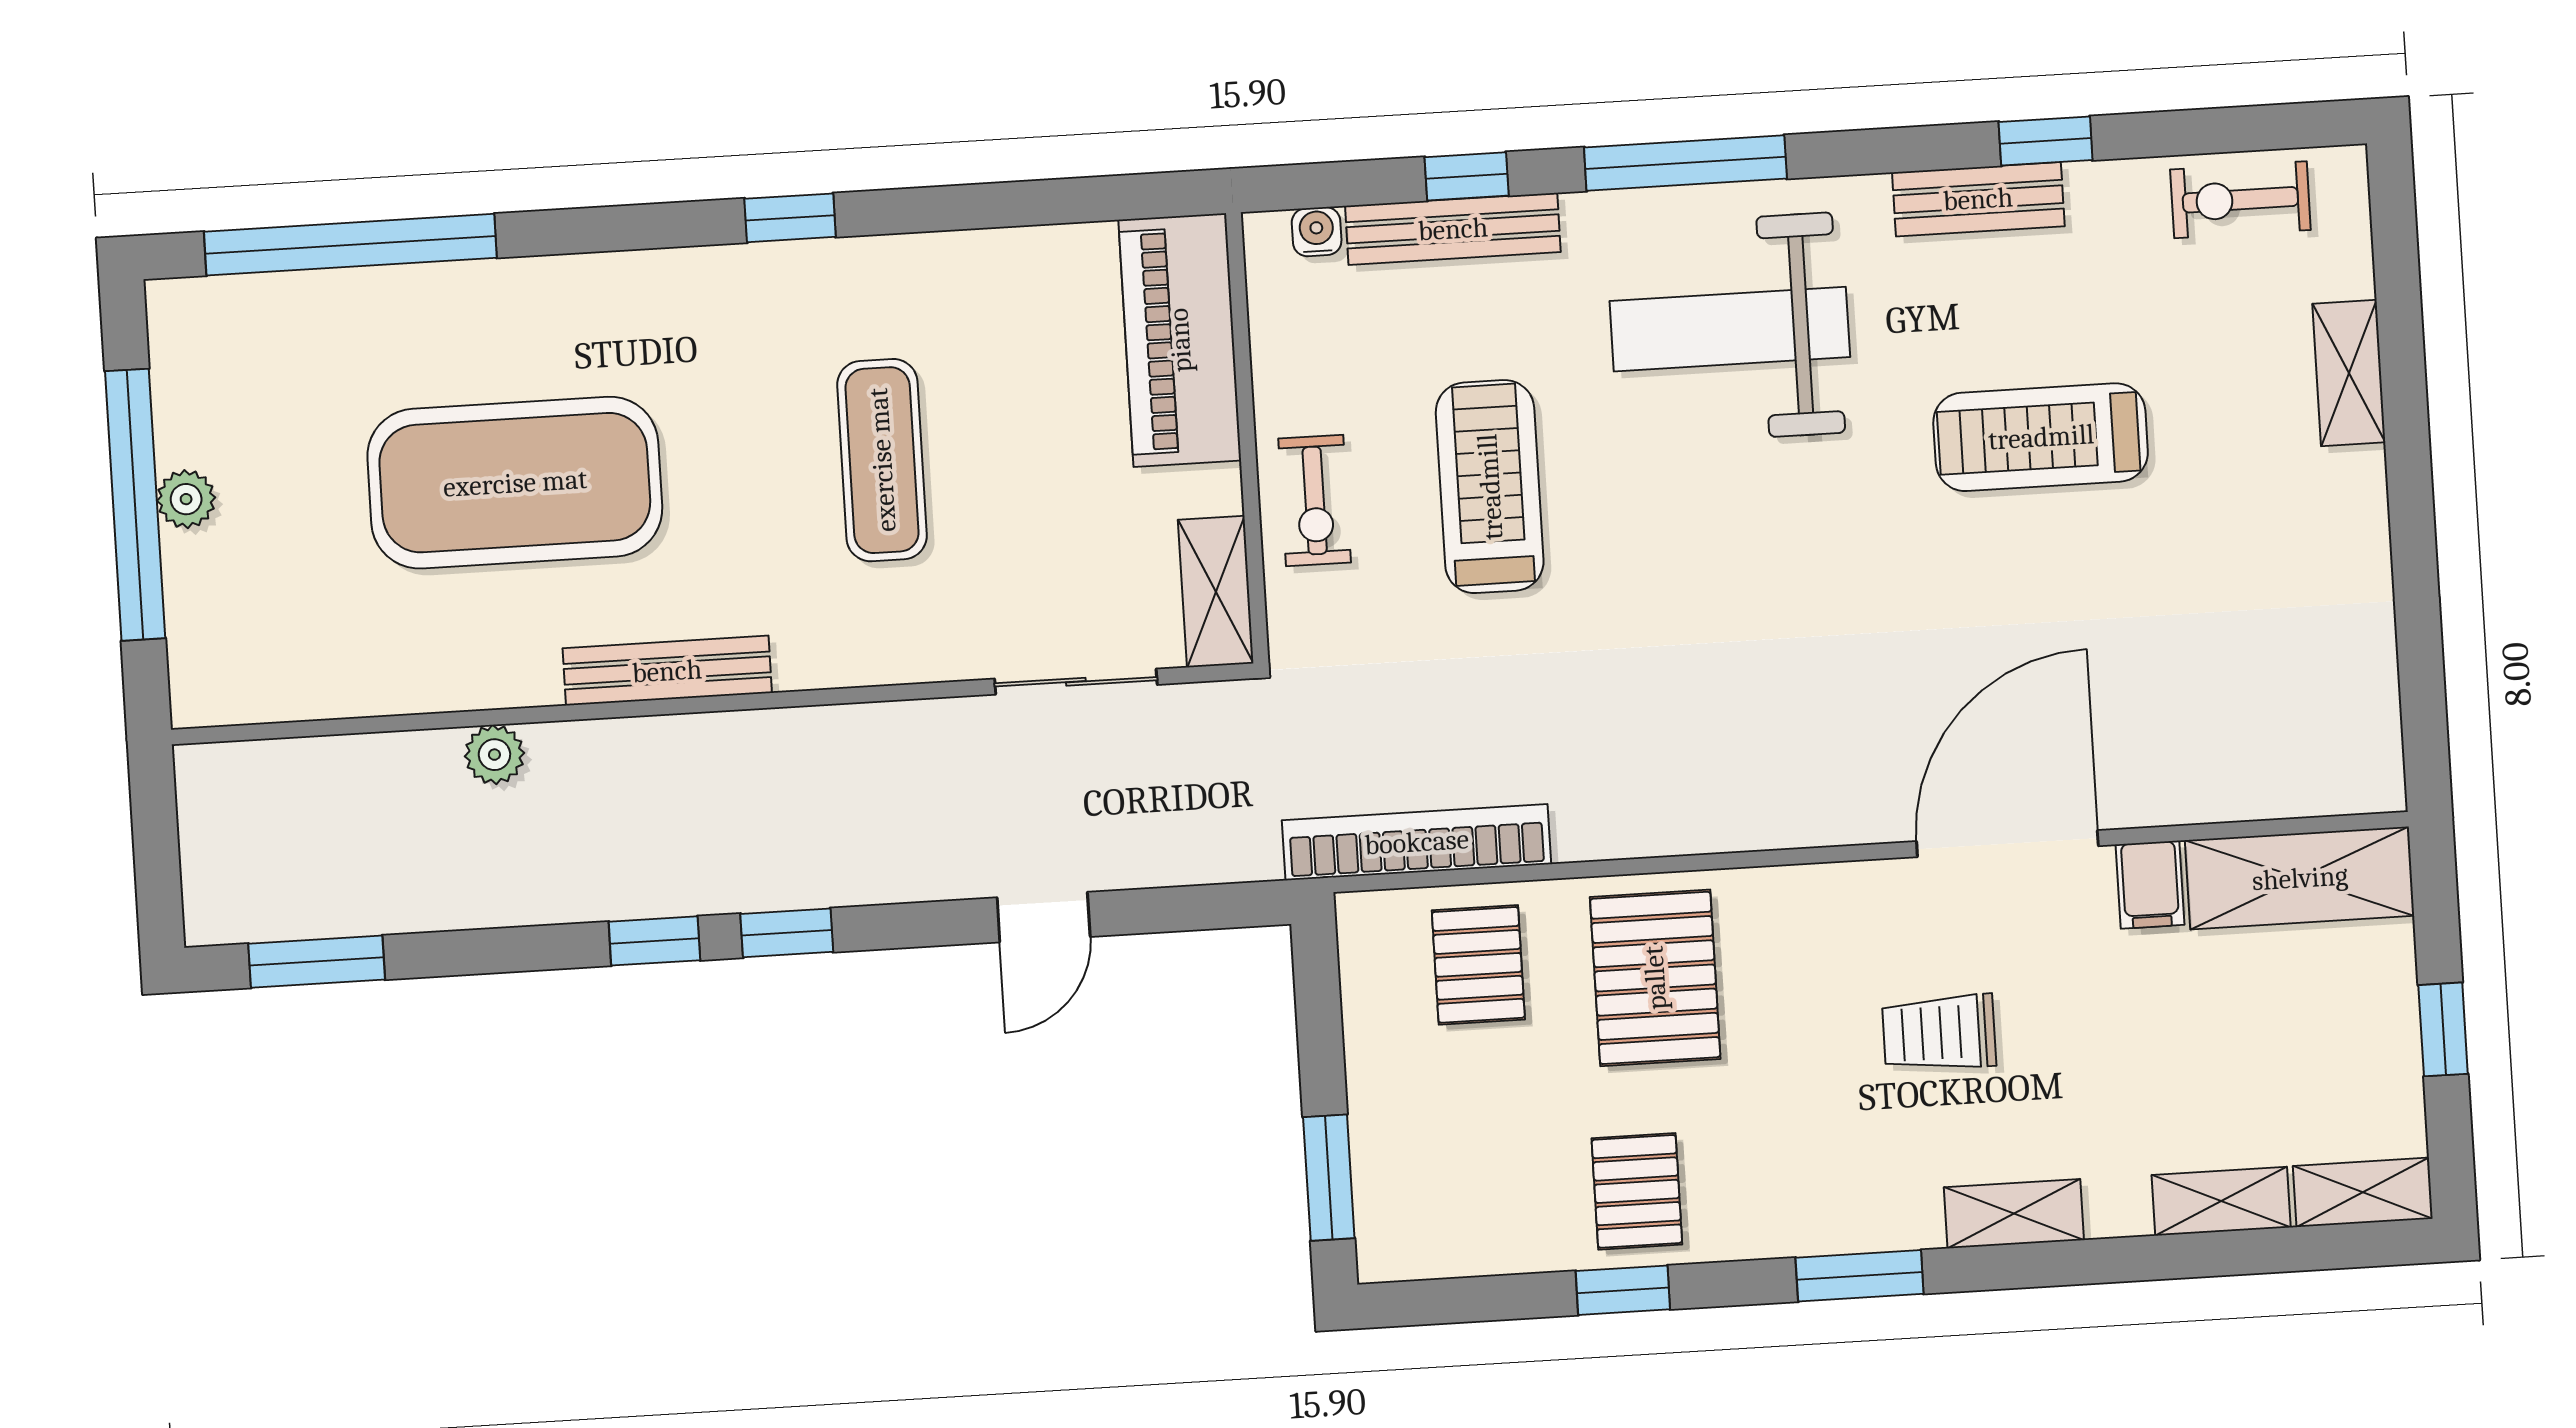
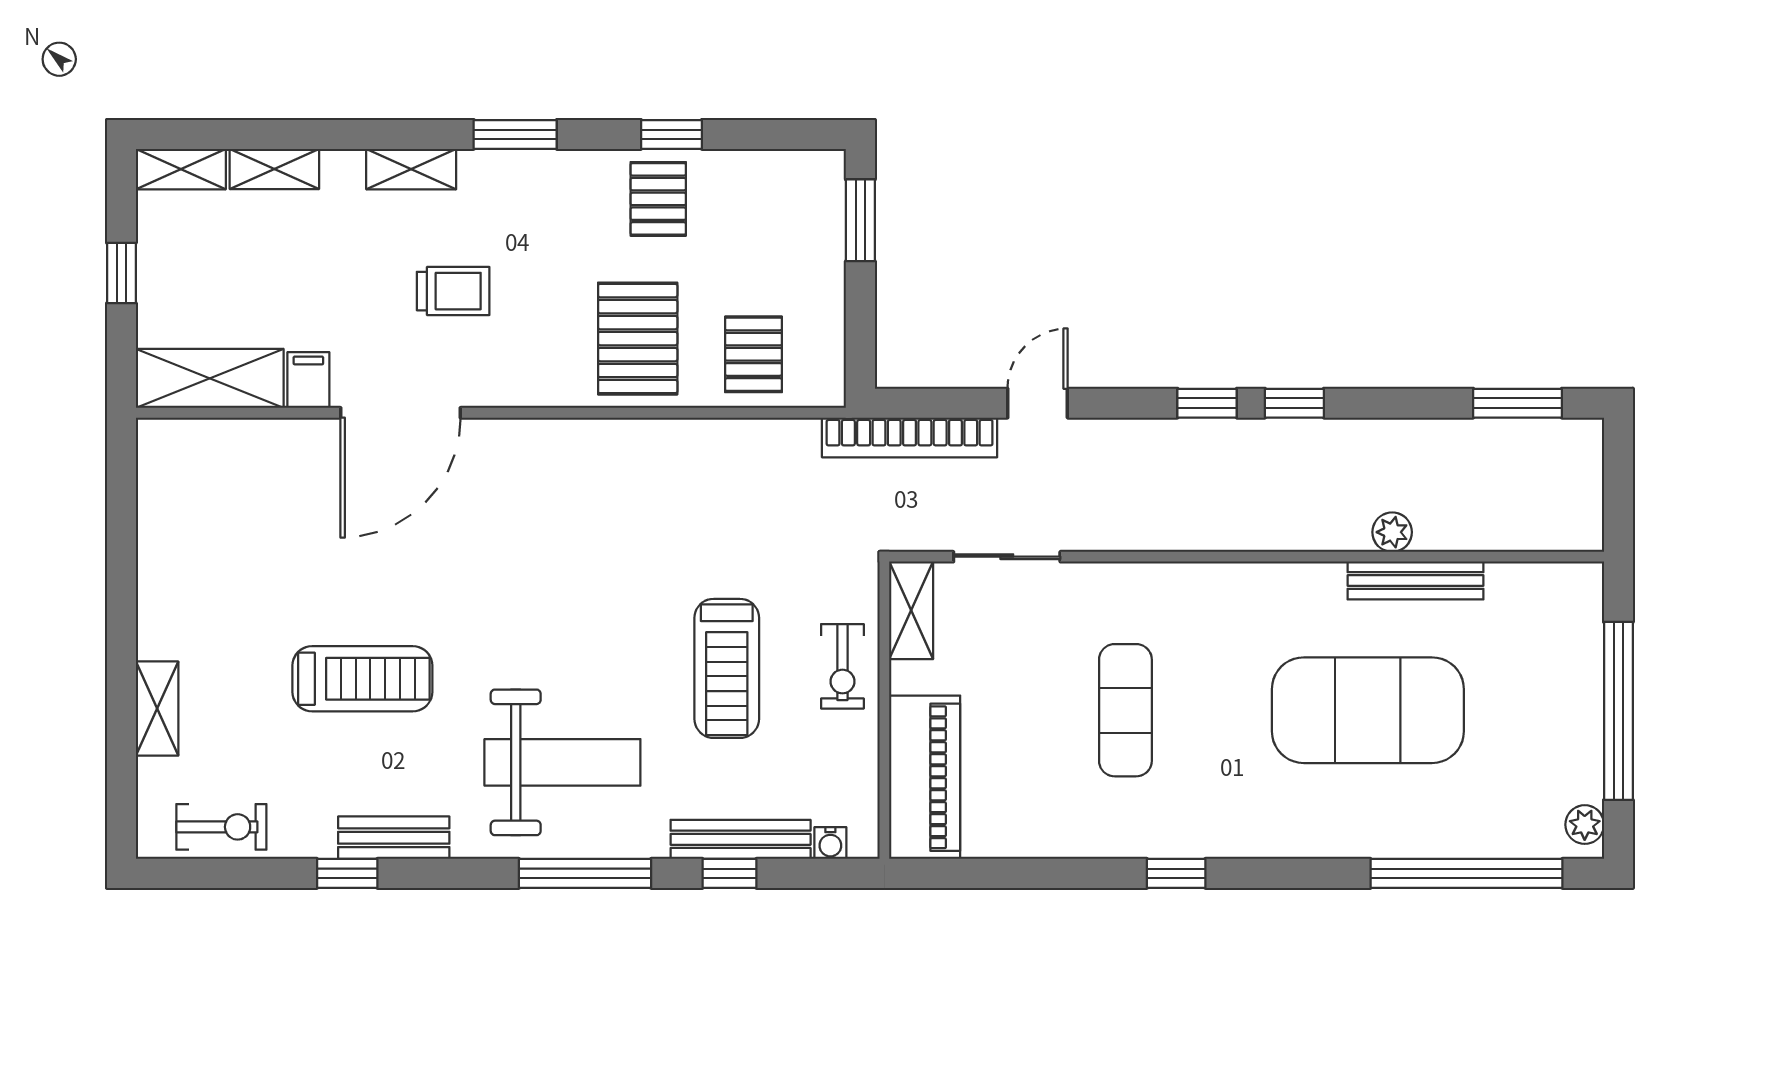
plant: (186, 499) -> (1585, 825), moved
exercise bike: (1315, 500) -> (842, 666), turned 180
bench: (667, 671) -> (1415, 580), moved
bookcase: (1417, 842) -> (910, 437), moved

